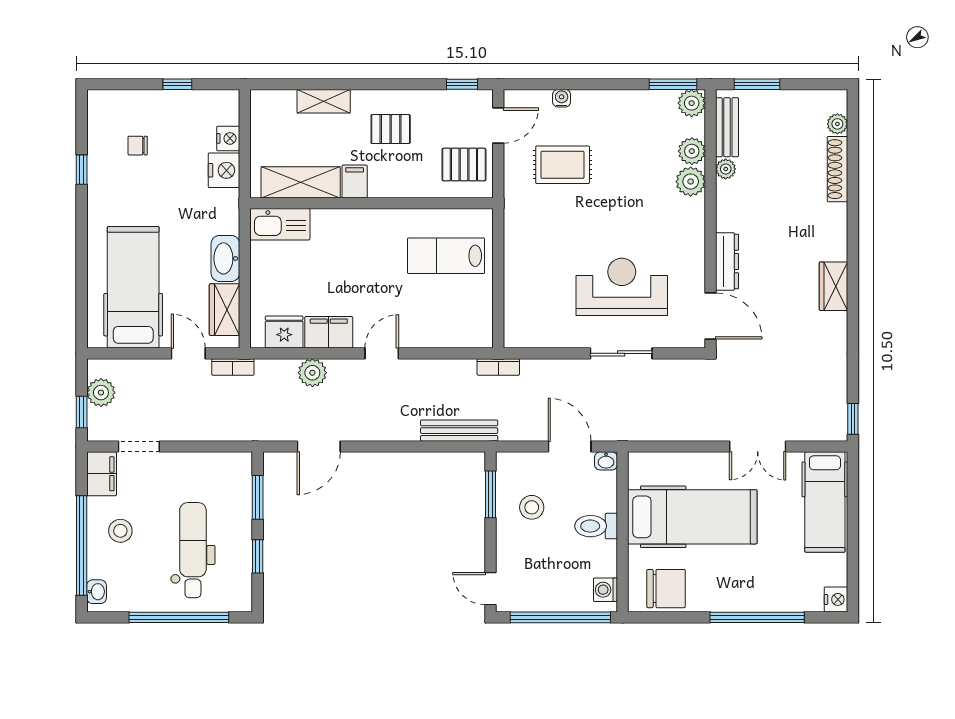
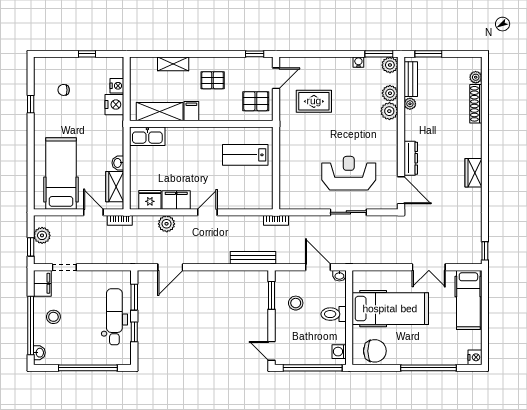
water cooler: (562, 98) -> (358, 62), moved
washbasin: (225, 258) -> (118, 163), width x0.52, depth x0.69
dental chair: (193, 550) -> (114, 317), moved

